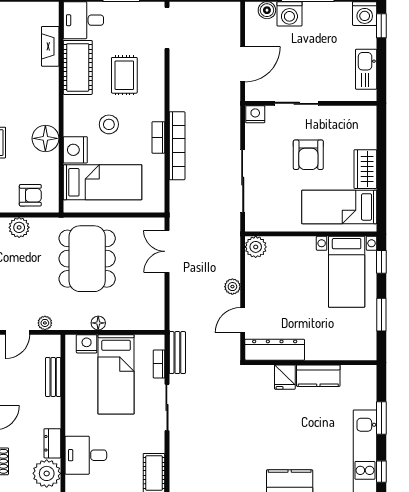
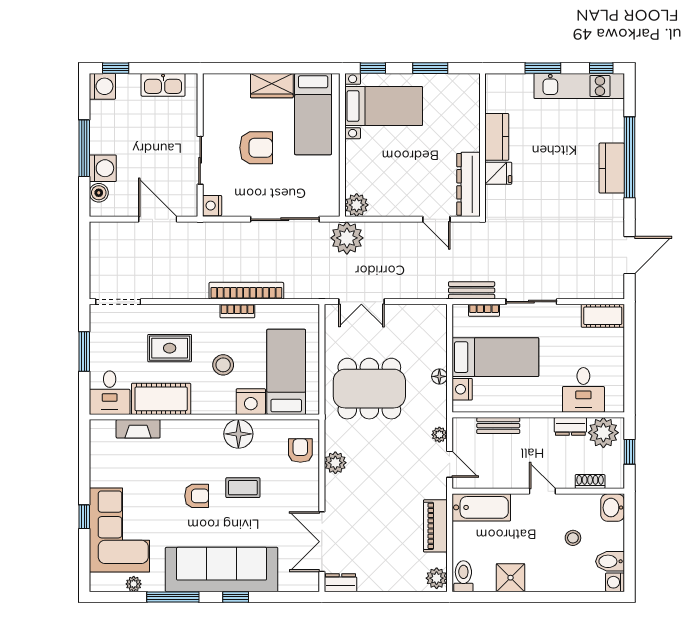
plant: (232, 287) -> (347, 238), moved, width x1.88, depth x1.88

